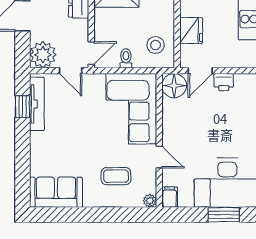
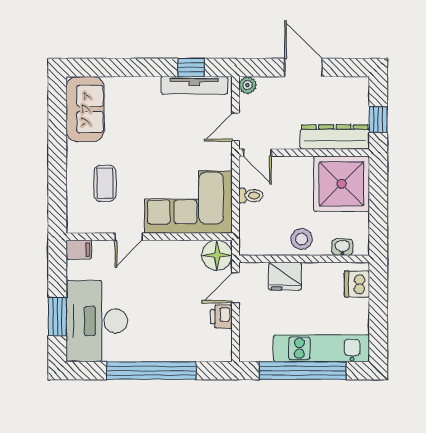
stool: (156, 45) -> (302, 239), moved
plant: (43, 55) -> (248, 85), width x0.53, depth x0.53
door: (200, 71) -> (235, 288), hinge flipped
plant: (150, 201) -> (75, 225), removed

